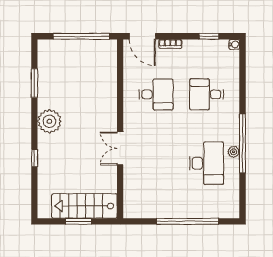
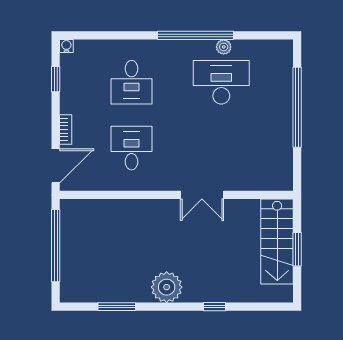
plant: (234, 152) -> (224, 47), moved

